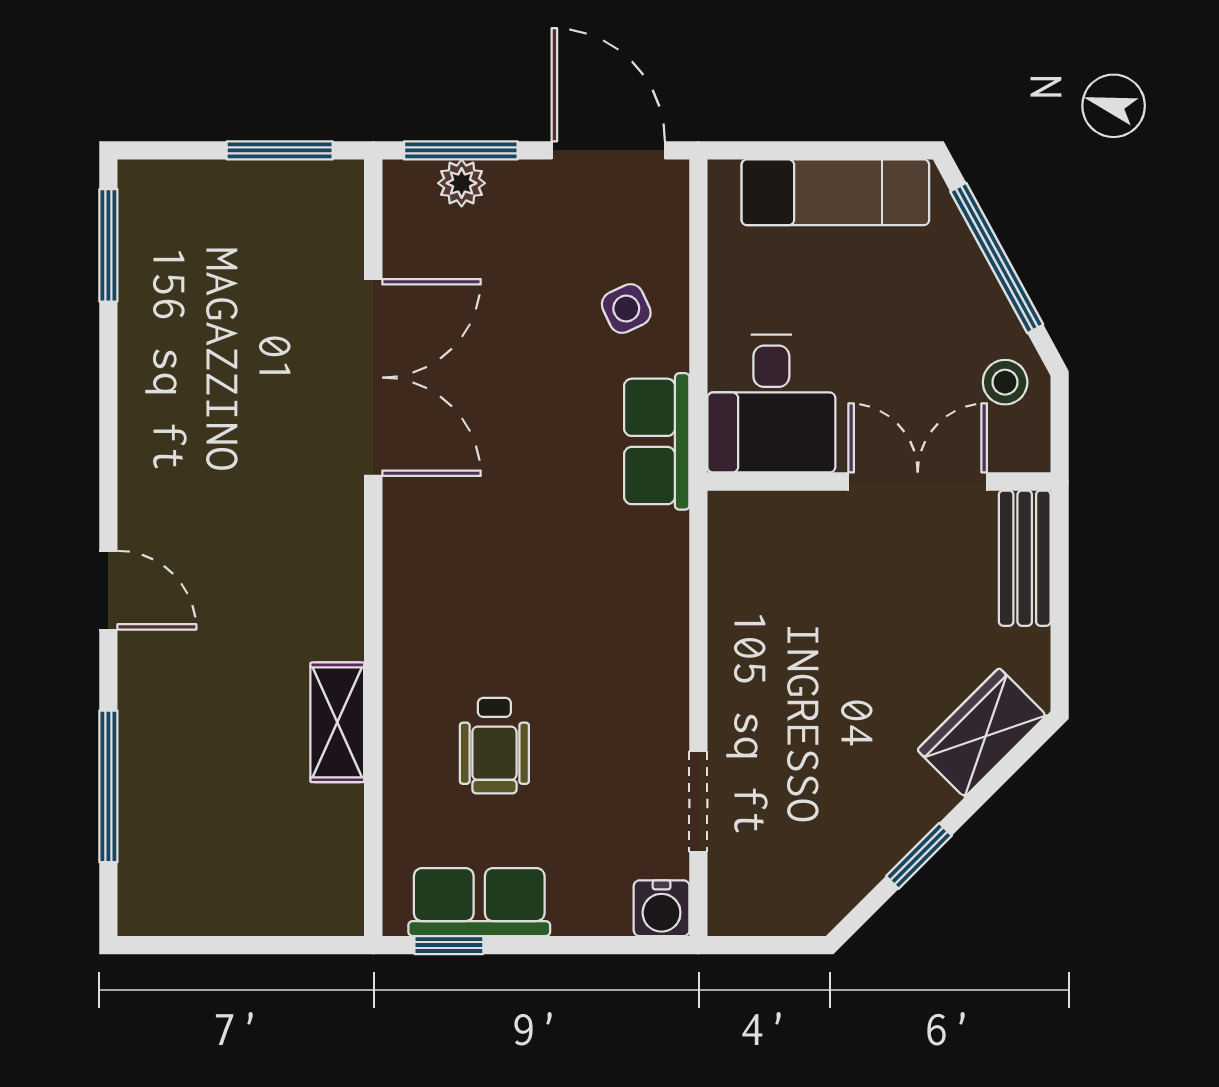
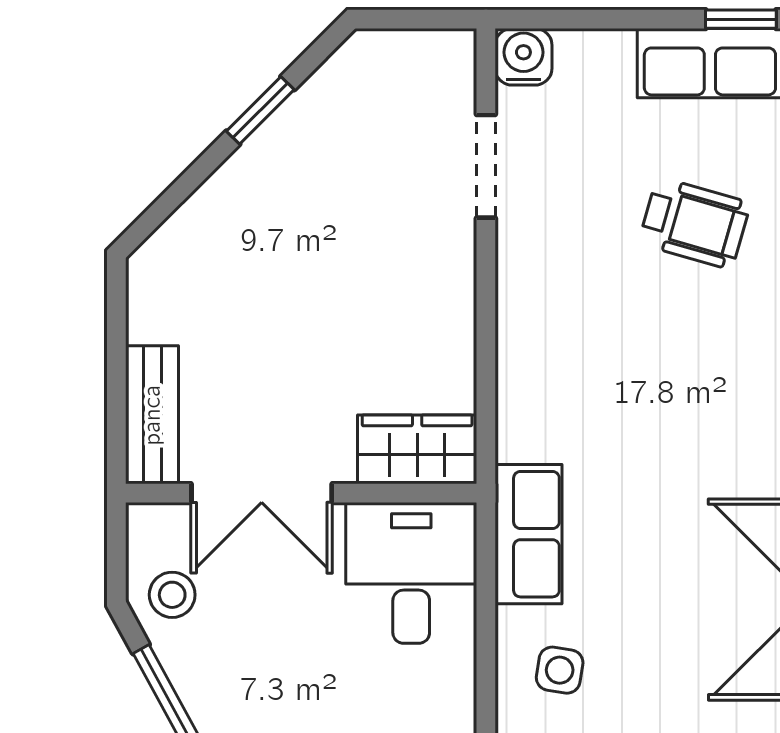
side table: (626, 309) -> (560, 670), turned 34
wardrobe: (982, 733) -> (417, 449), moved, turned -135
wheelchair: (494, 746) -> (694, 223), turned 106

